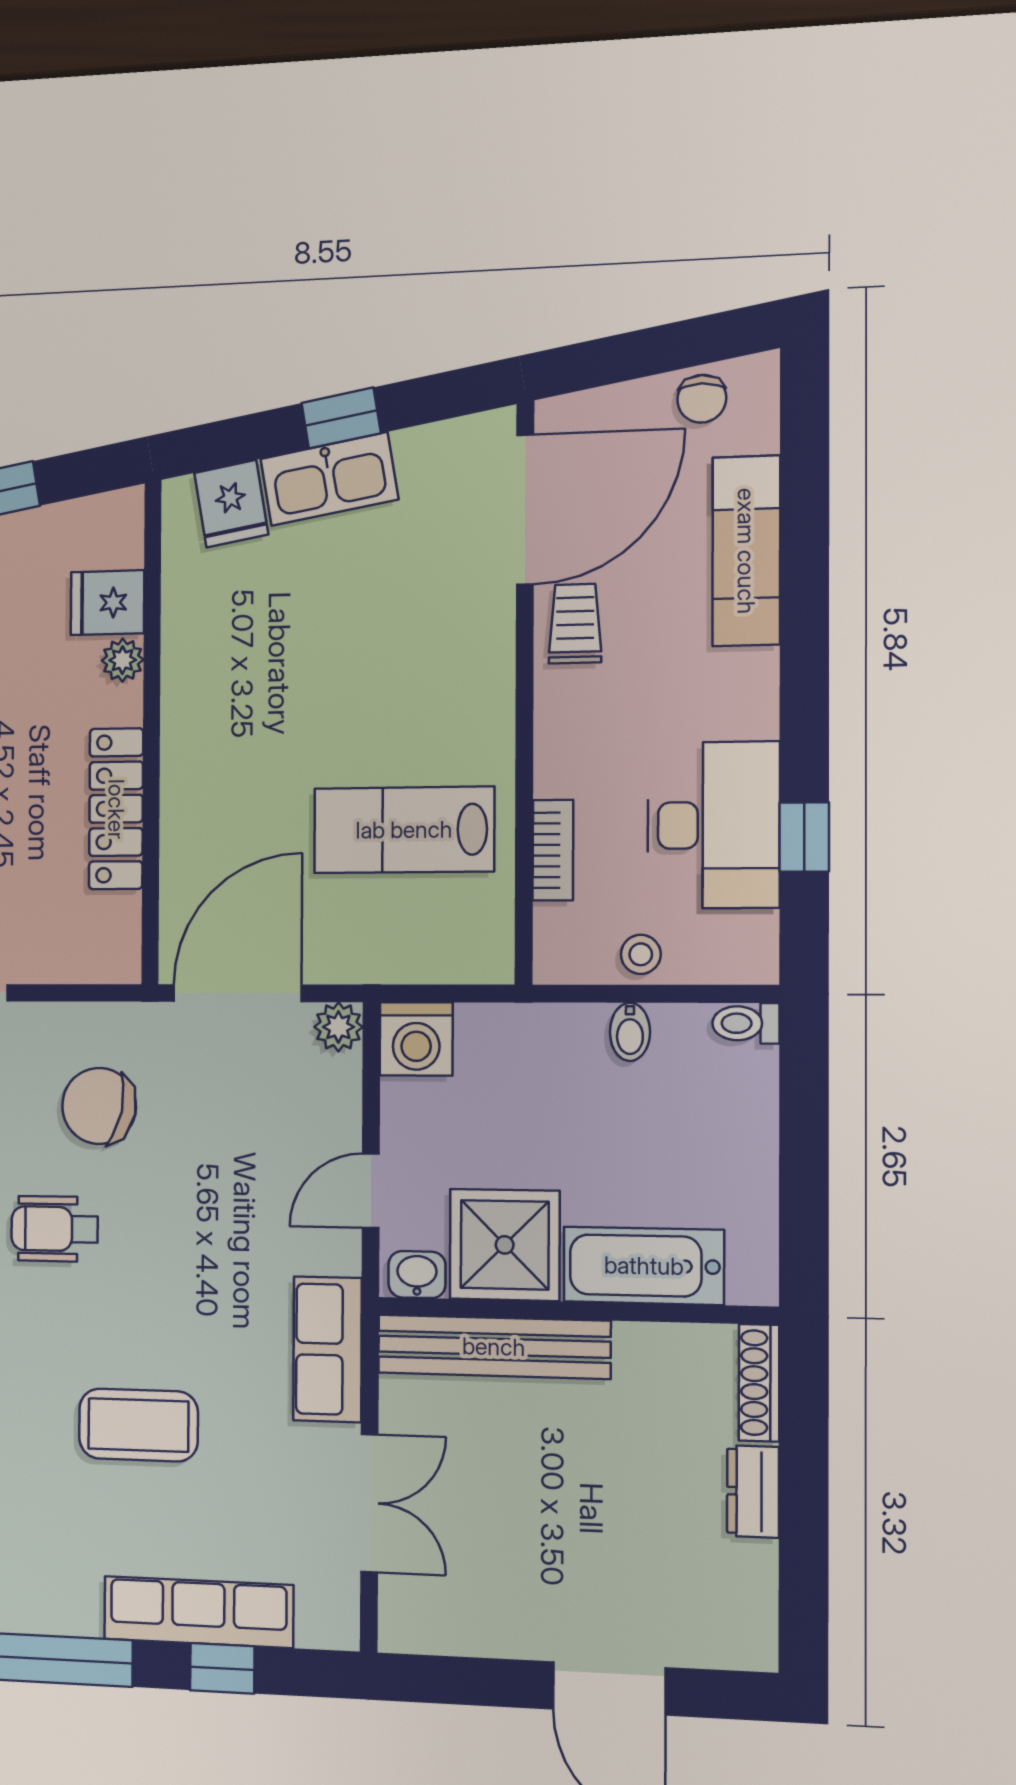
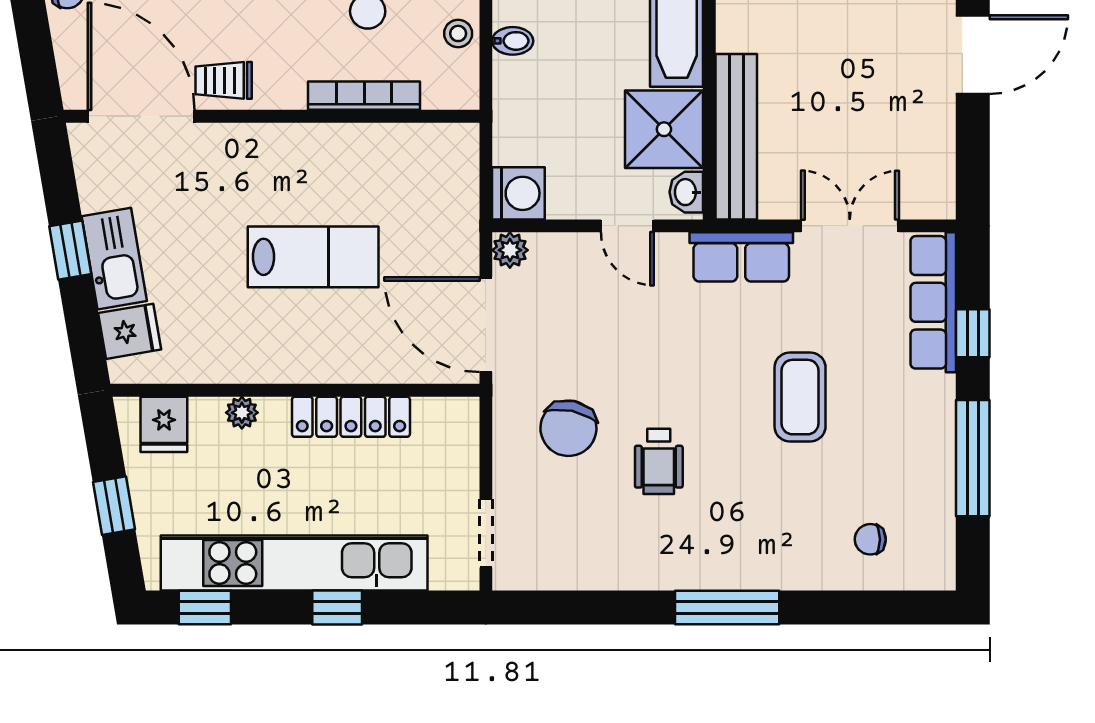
fridge: (107, 603) -> (164, 424), moved
lab bench: (404, 830) -> (313, 257), moved, turned -90
bookcase: (553, 850) -> (364, 96), width x1.56
row of seats: (198, 1612) -> (933, 302), moved

